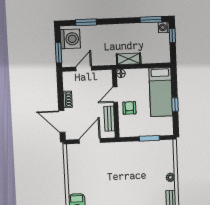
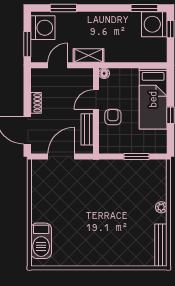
washing machine: (164, 27) -> (154, 24), width x1.89, depth x1.89
shelving: (129, 59) -> (89, 56), moved

